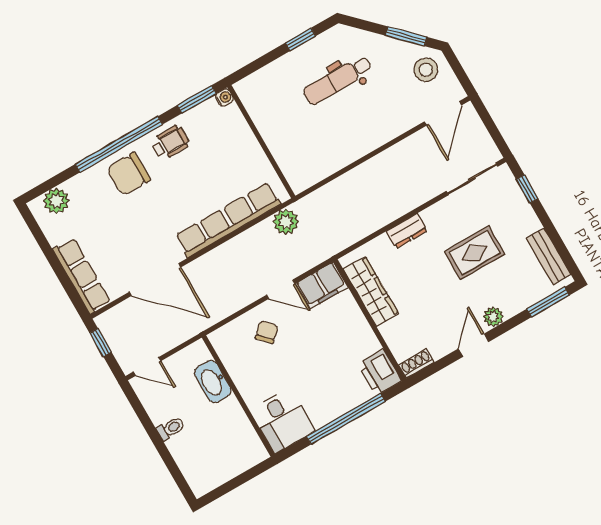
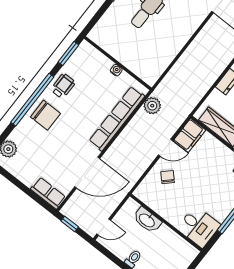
water cooler: (224, 98) -> (116, 70), moved
chair: (129, 174) -> (45, 115), turned -90
row of seats: (82, 276) -> (48, 193), width x0.68

